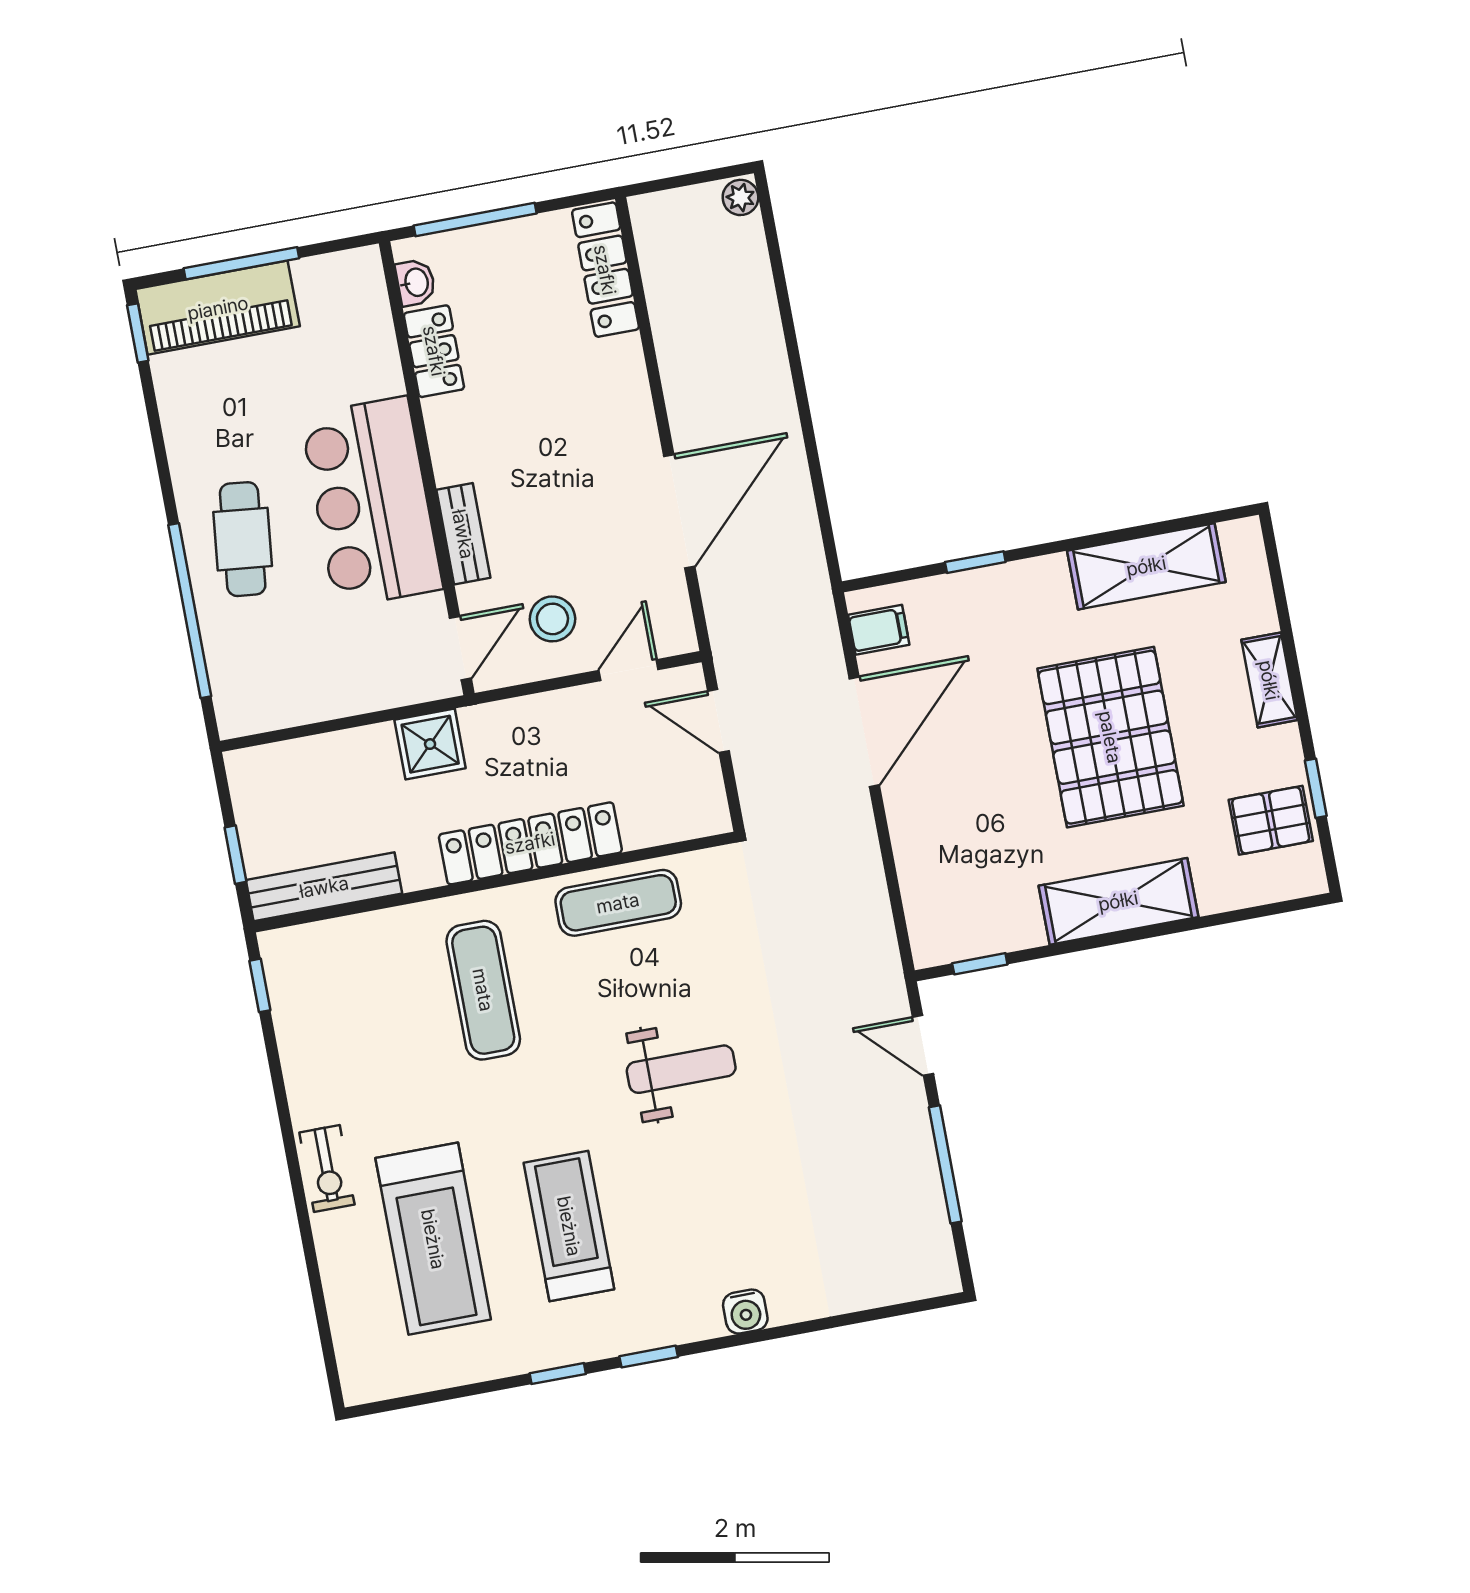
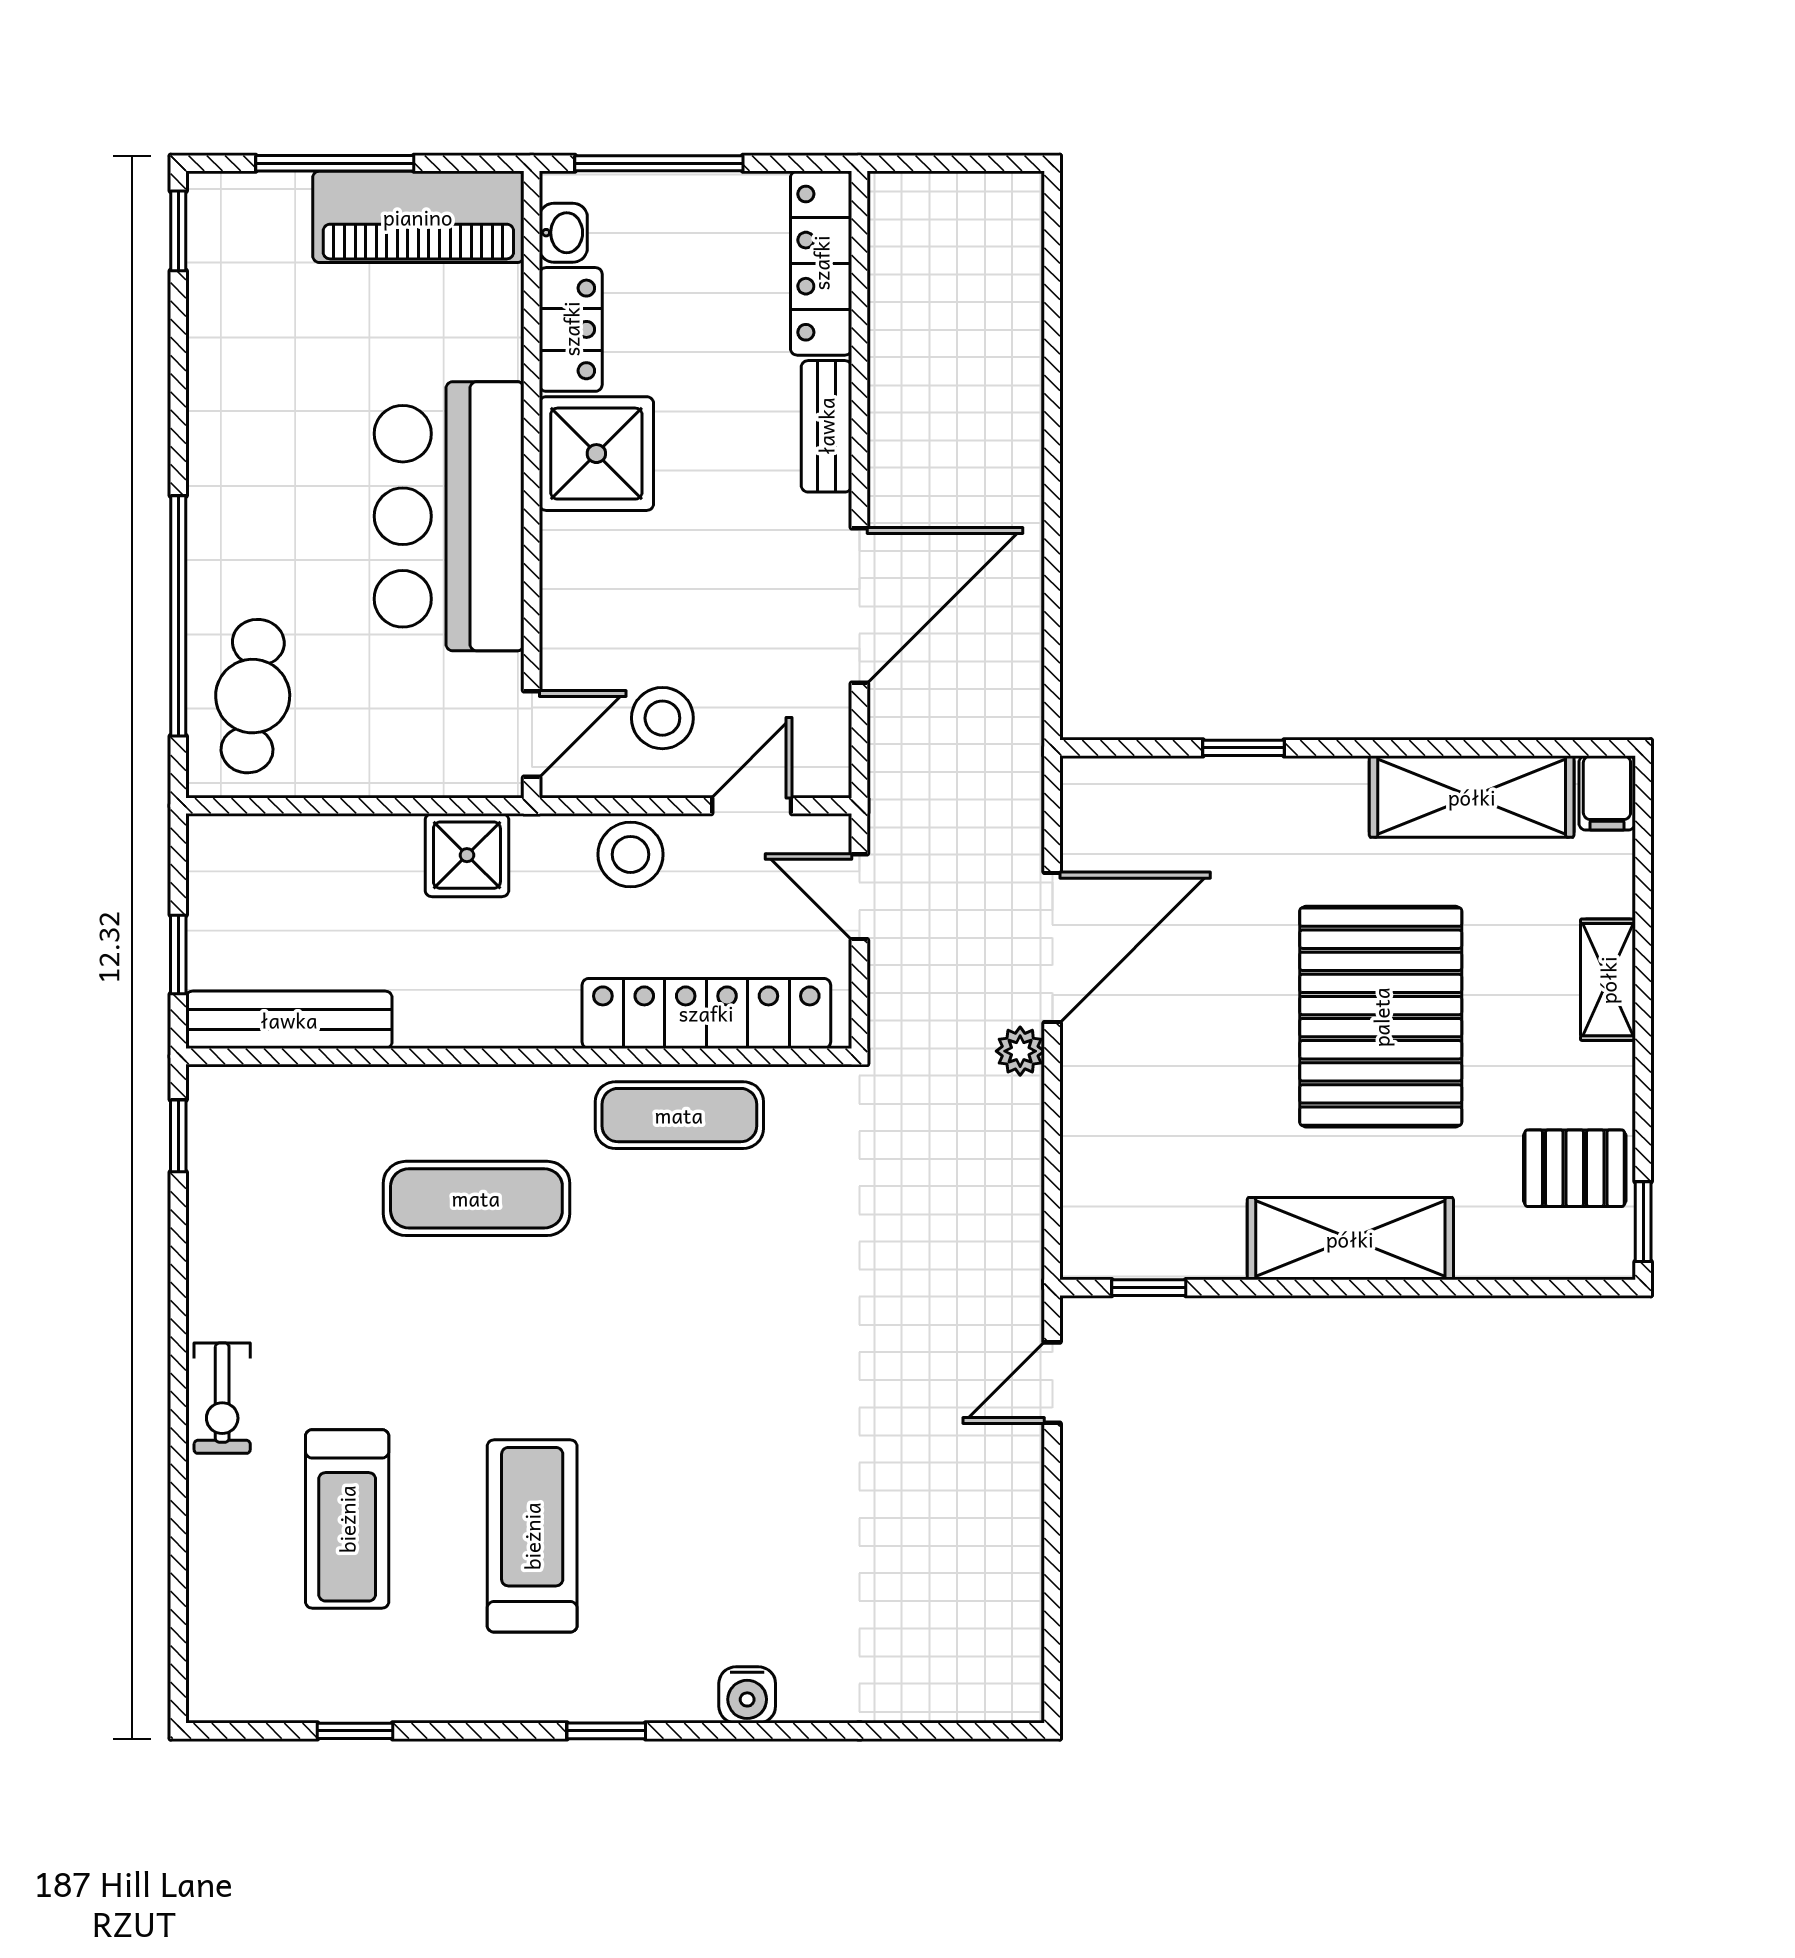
plant: (740, 197) -> (1020, 1051), moved
piano: (218, 308) -> (418, 217), moved
shower: (469, 437) -> (596, 454), added
bench: (463, 534) -> (826, 426), moved
cafe table: (243, 539) -> (253, 696), moved
filing cabinet: (879, 630) -> (1607, 793), moved, turned 90
stool: (548, 722) -> (631, 854), added
window: (1316, 788) -> (1643, 1222), moved
locker: (530, 843) -> (706, 1013), moved
exercise mat: (483, 990) -> (476, 1198), turned 90
door: (923, 1045) -> (1052, 1383), hinge flipped
weight bench: (681, 1069) -> (722, 1354), removed
window: (945, 1164) -> (1052, 1548), removed
treadmill: (433, 1239) -> (347, 1519), width x0.73, depth x0.73
window: (558, 1374) -> (355, 1731), moved

